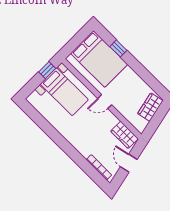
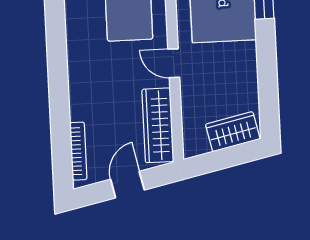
wardrobe: (124, 135) -> (158, 125), width x1.50

